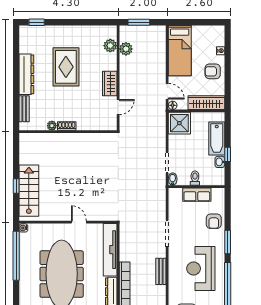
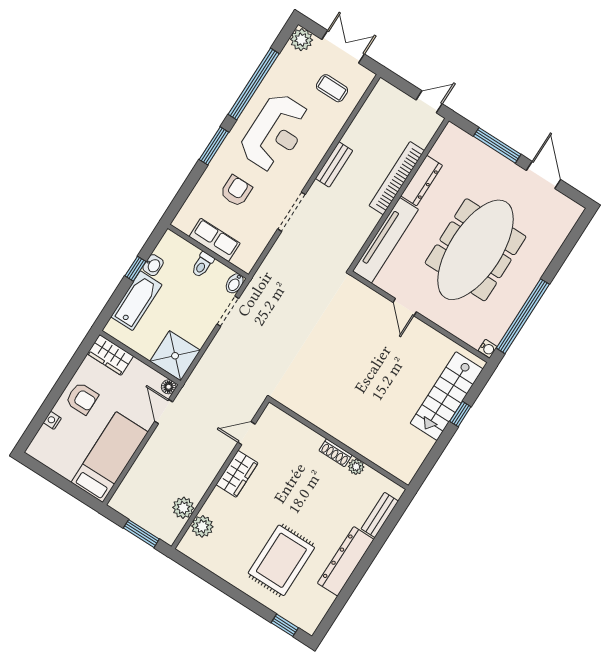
rug: (66, 67) -> (281, 560), moved
wardrobe: (206, 103) -> (110, 355), width x0.67
armchair: (214, 221) -> (236, 191), moved

